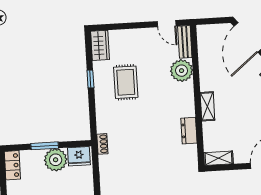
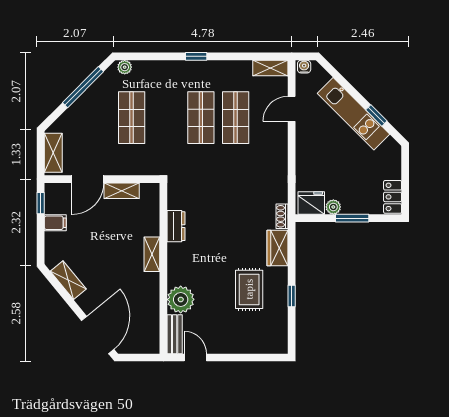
wardrobe: (100, 45) -> (278, 248), moved
shelving: (218, 158) -> (122, 191), moved
plant: (56, 160) -> (333, 207), width x0.53, depth x0.53

